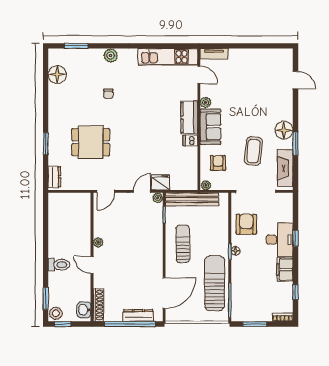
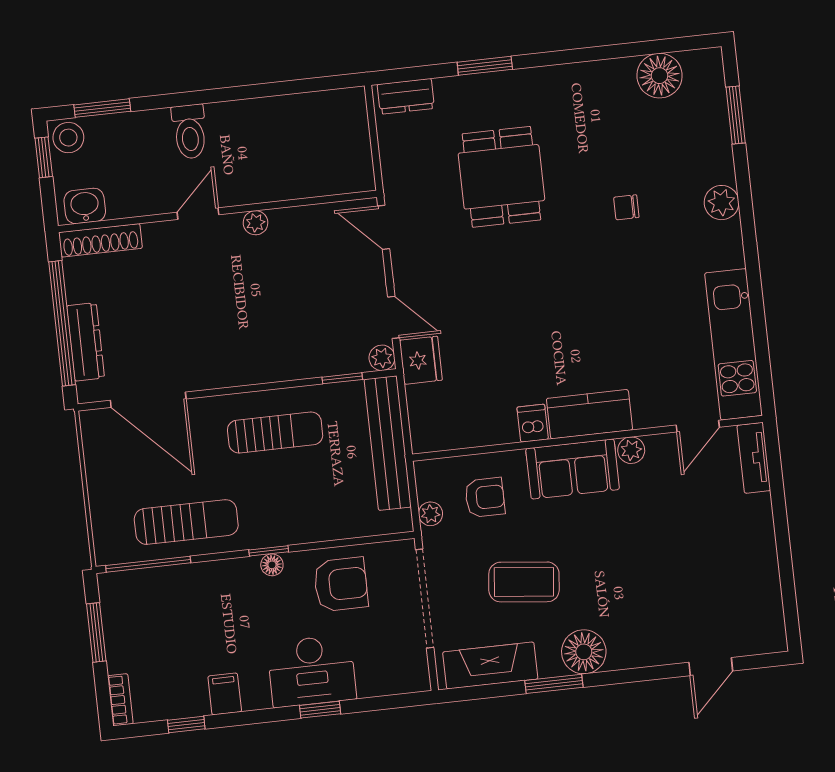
plant: (206, 185) -> (431, 514), moved
filing cabinet: (285, 270) -> (225, 694), width x0.50
sun lounger: (215, 283) -> (186, 522), width x0.73, depth x0.75

